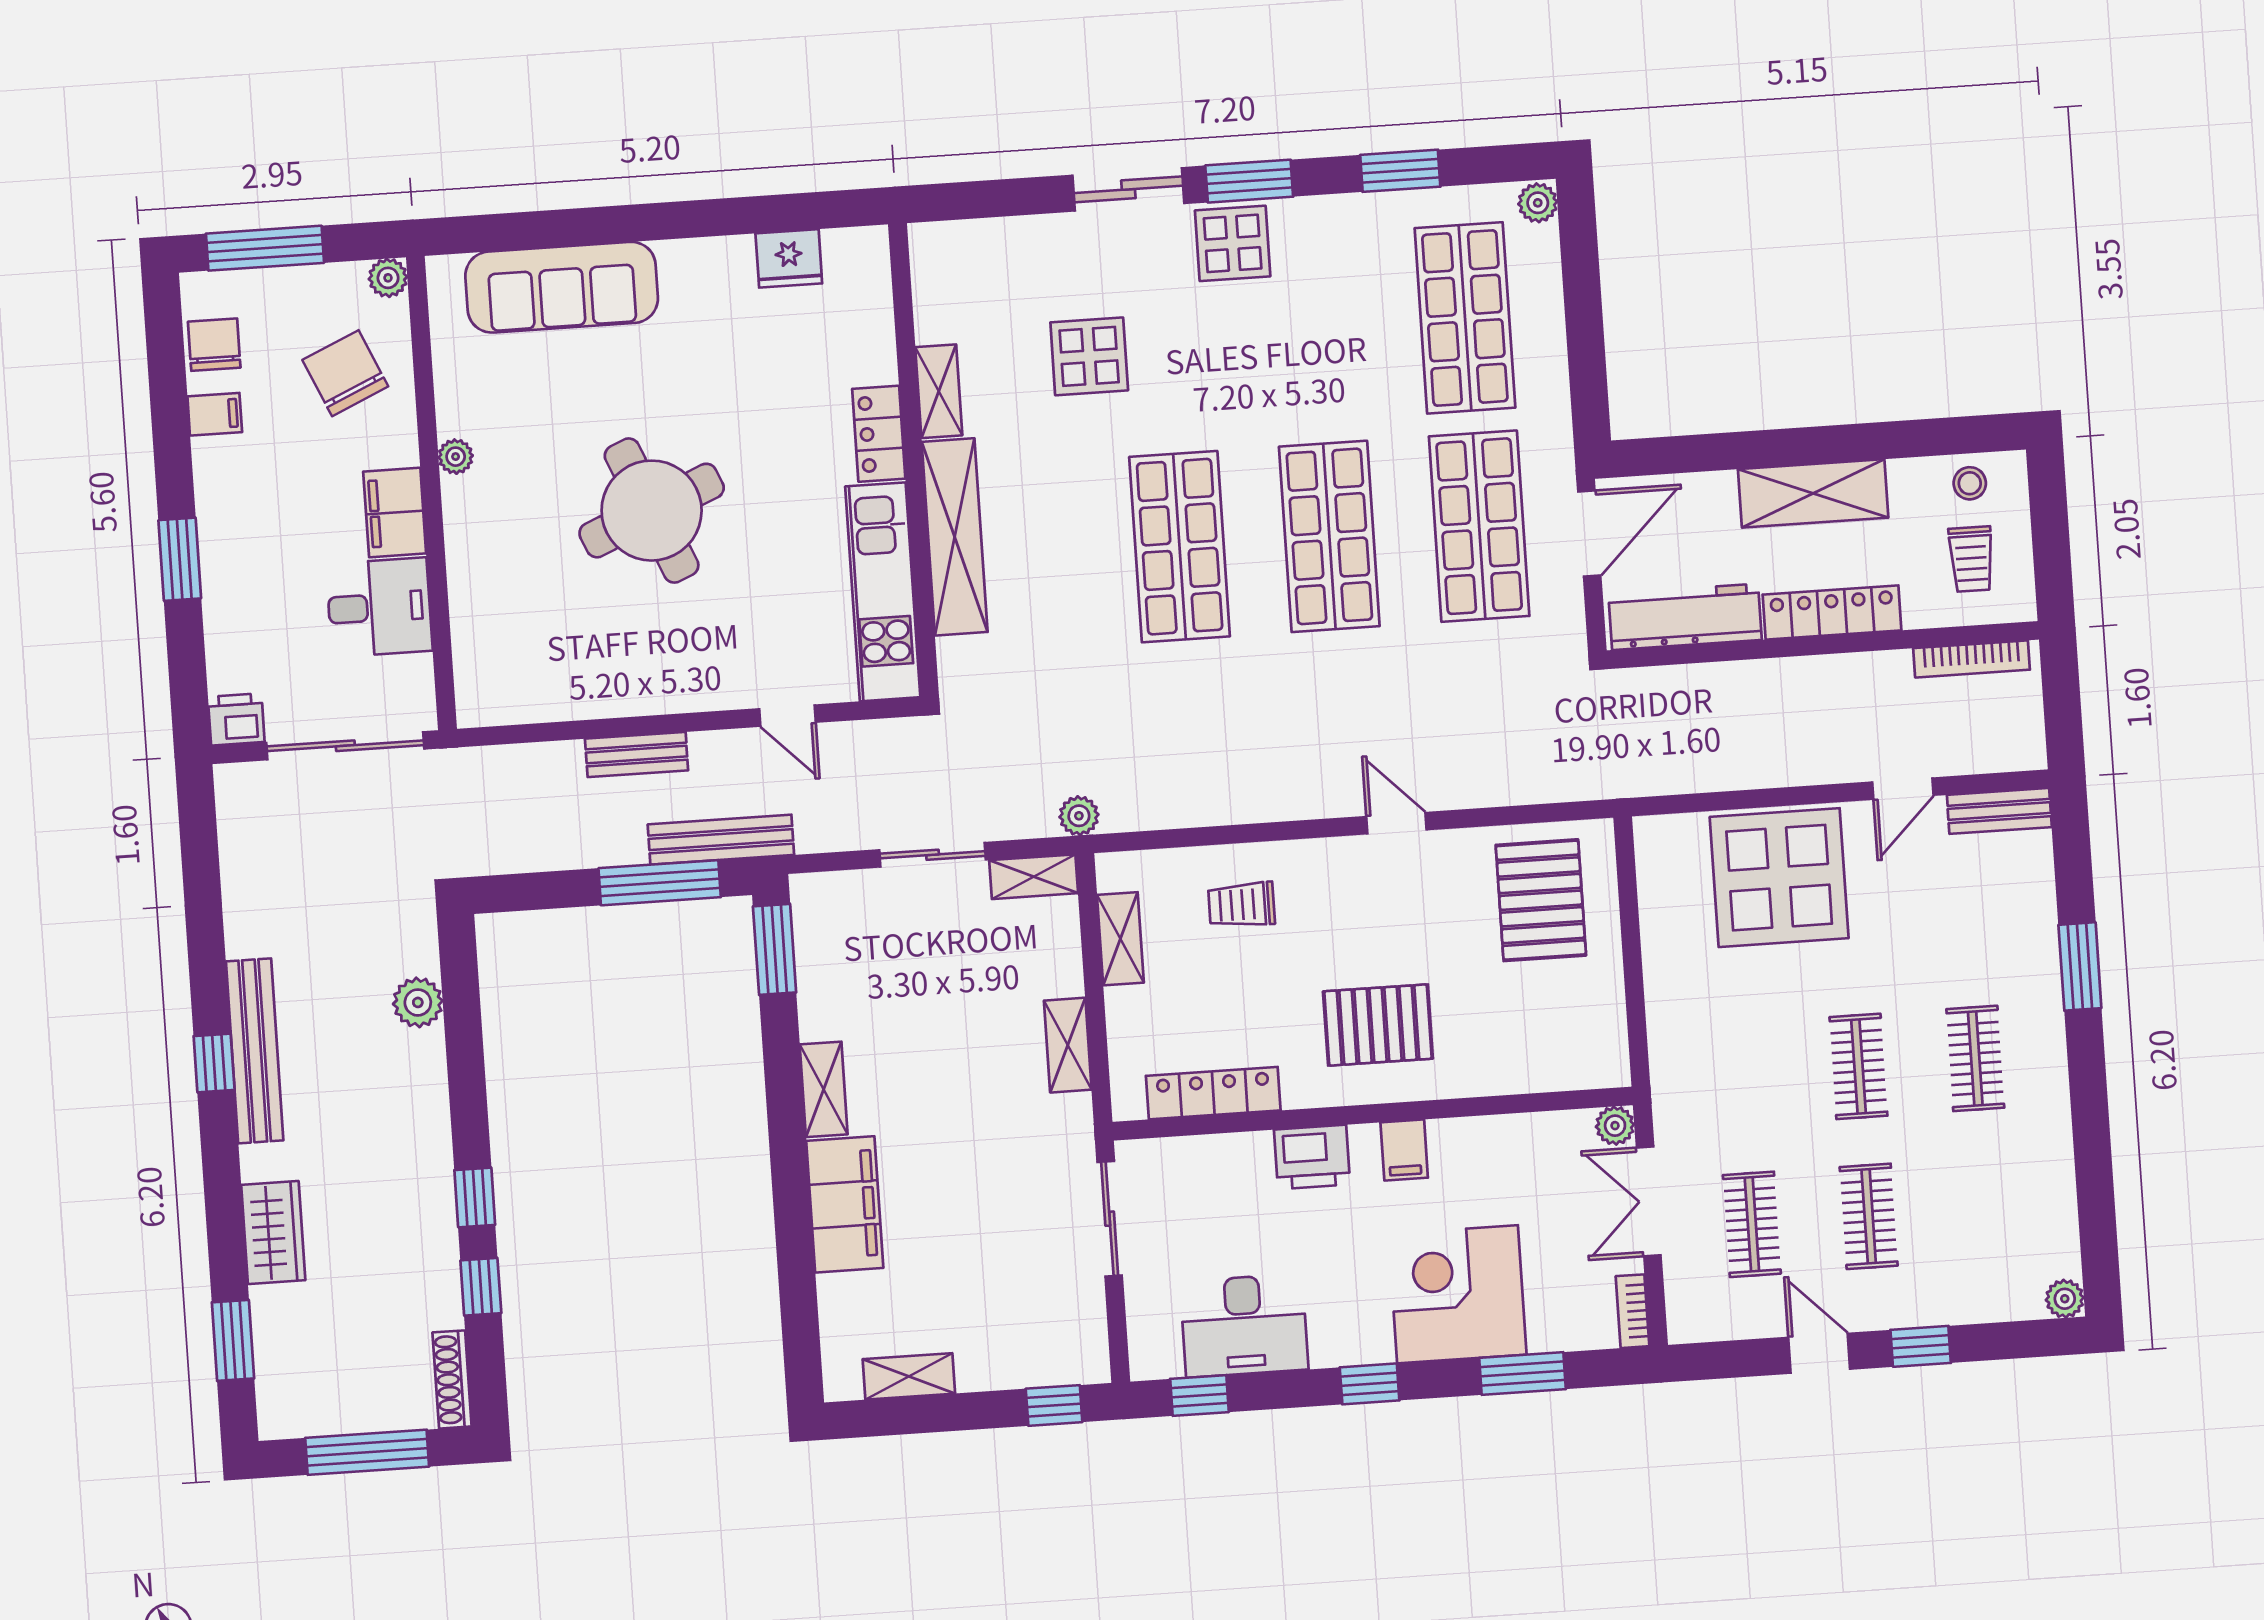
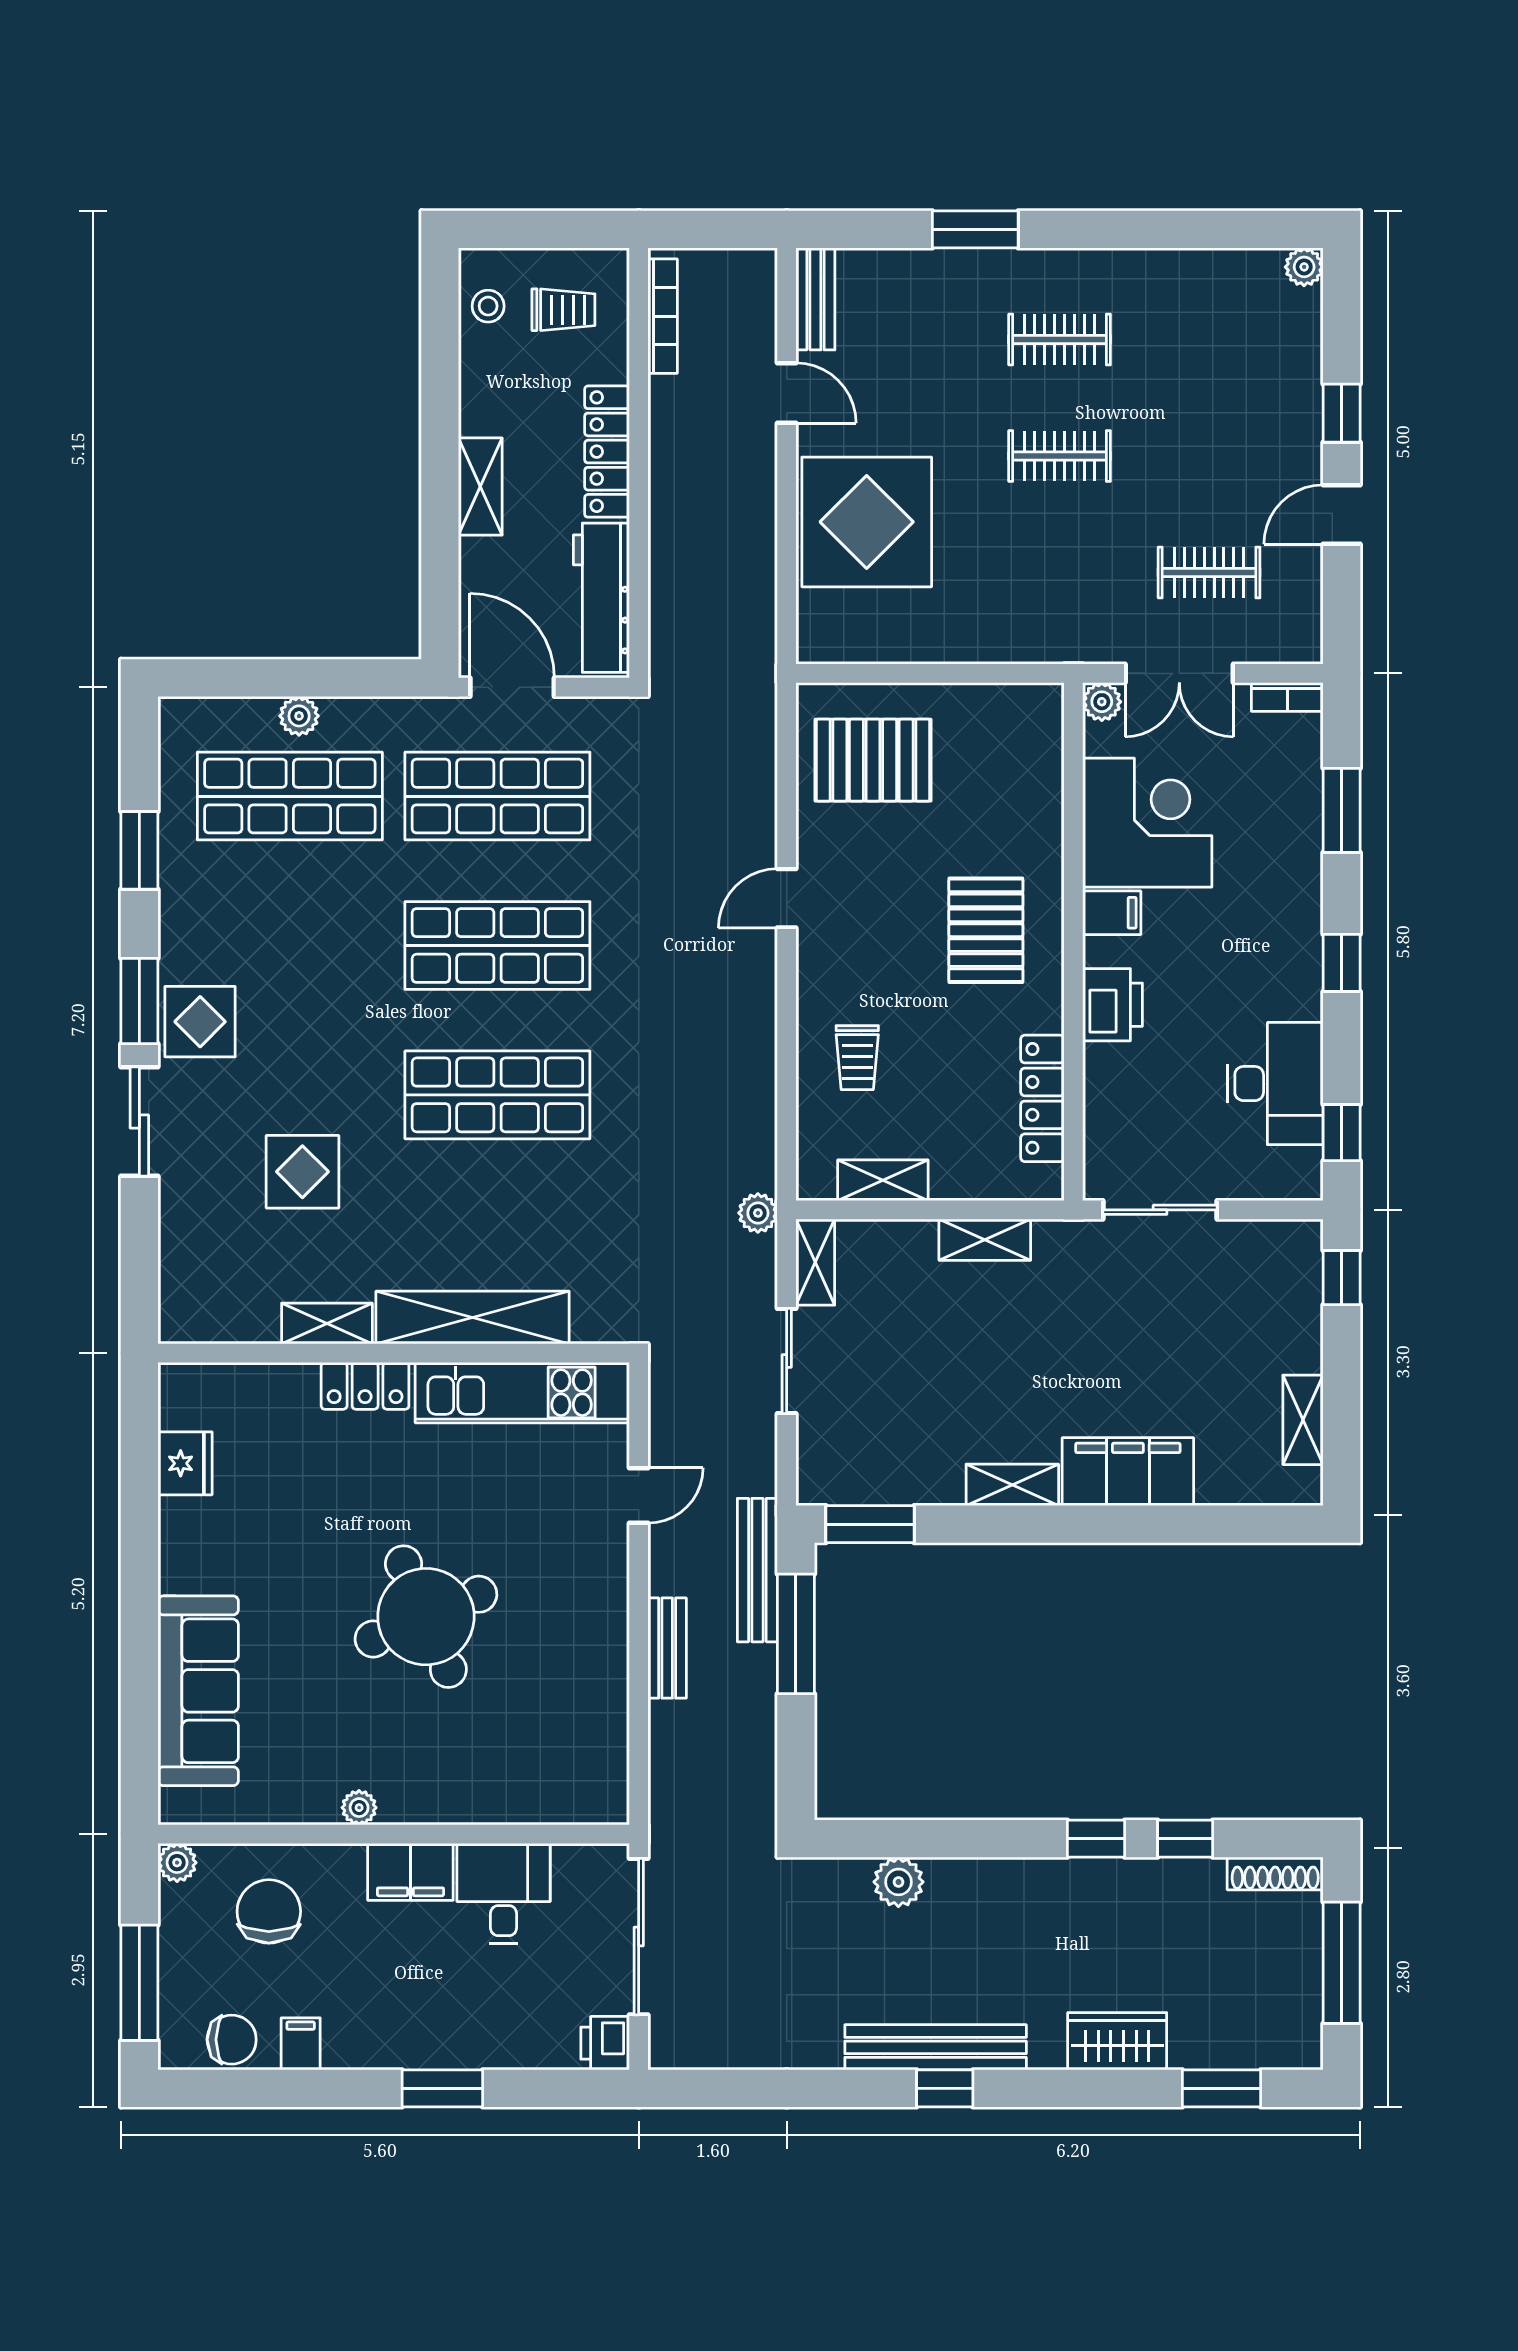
plant: (1538, 203) -> (299, 716), moved
chair: (214, 345) -> (232, 2040), turned 180
chair: (345, 373) -> (269, 1911), turned 114
shelving: (1813, 493) -> (480, 487), width x0.67, depth x0.75
clothes rail: (1869, 1216) -> (1209, 456), removed
corner desk: (1458, 1294) -> (1147, 823), moved, turned 180

